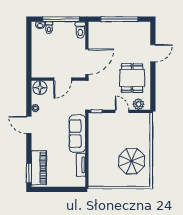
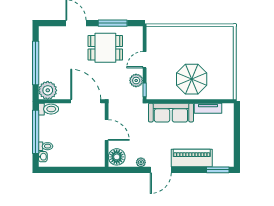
plant: (96, 29) -> (48, 90), added
window: (153, 84) -> (113, 23), added
plant: (138, 104) -> (136, 81), moved
parasol: (132, 161) -> (192, 79), moved
piano: (39, 168) -> (192, 158), moved

